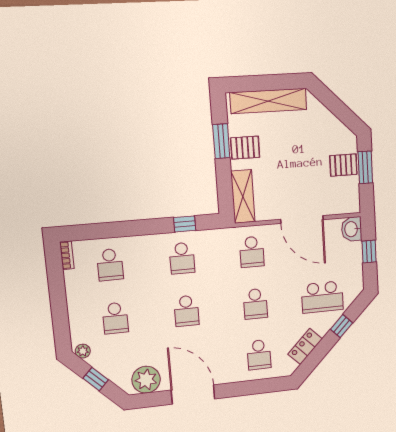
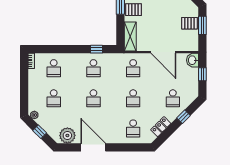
school desk: (322, 297) -> (173, 98), width x0.54

